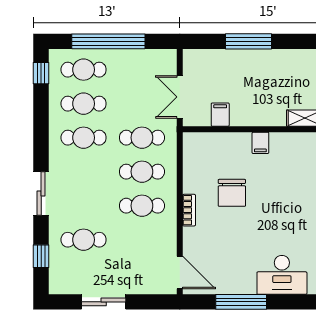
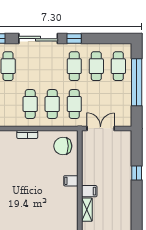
window: (248, 41) -> (137, 173), width x0.46
window: (41, 73) -> (74, 39), moved
filing cabinet: (220, 115) -> (89, 191), moved
sliding door: (41, 193) -> (38, 39), width x1.37
chair: (232, 193) -> (63, 146), moved

